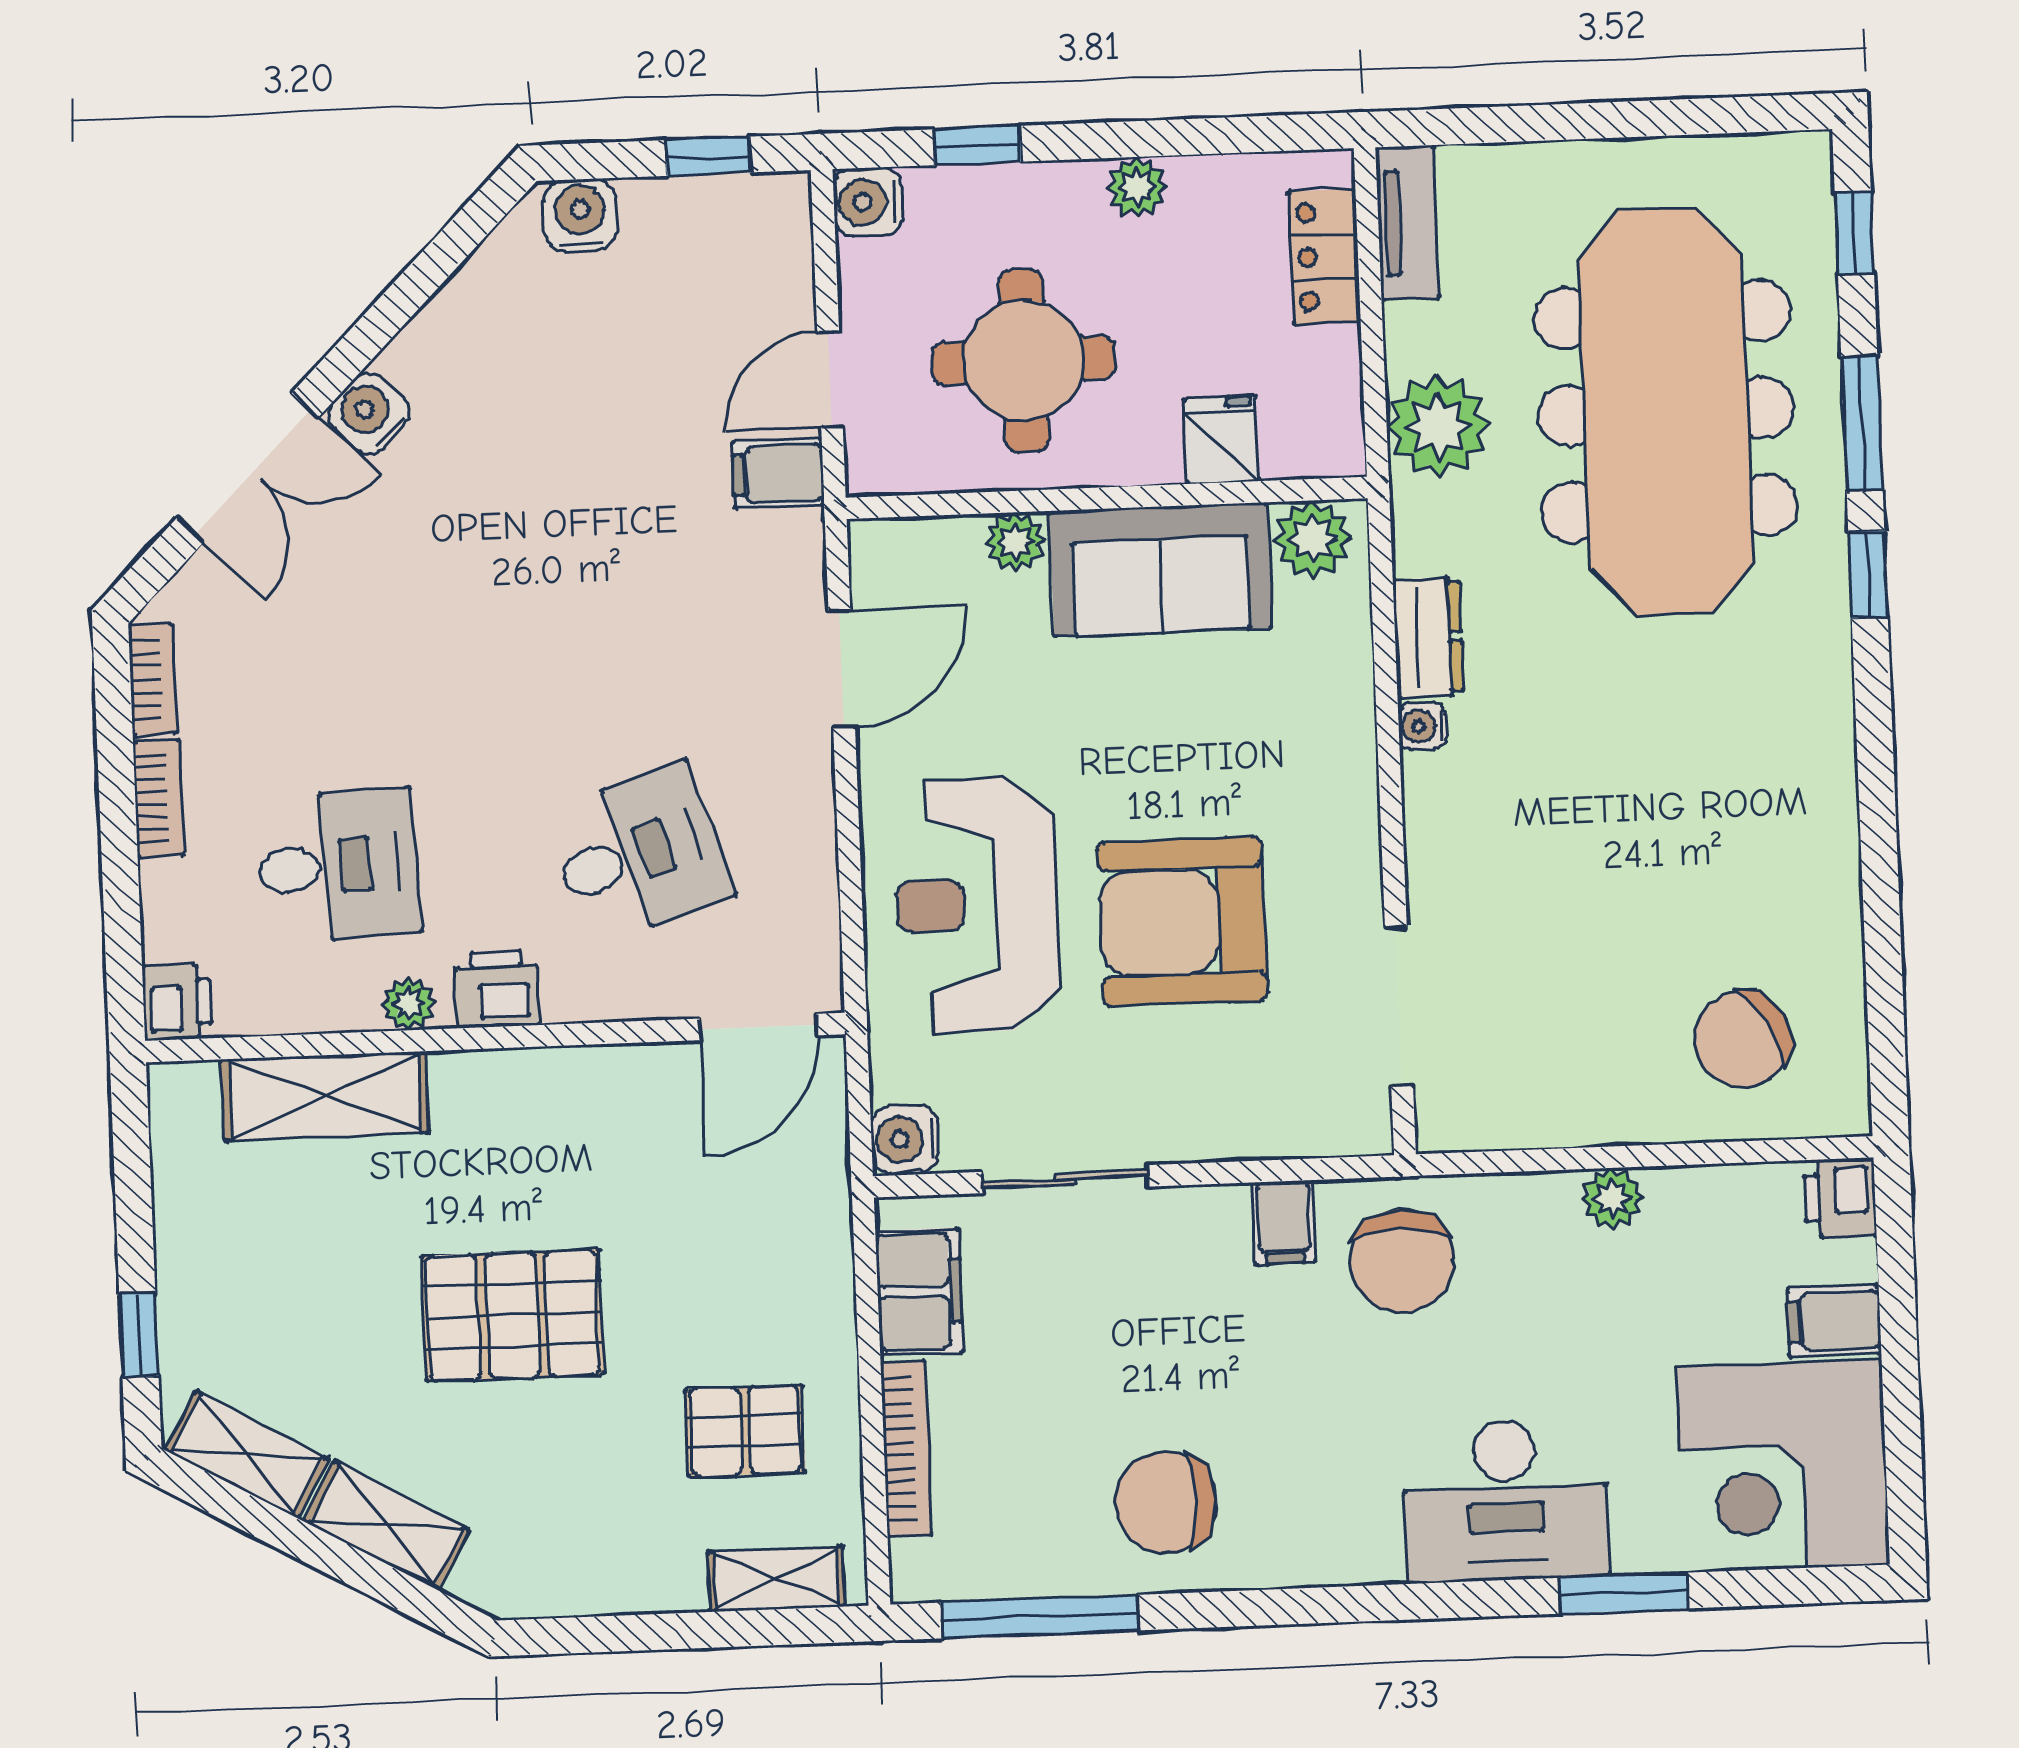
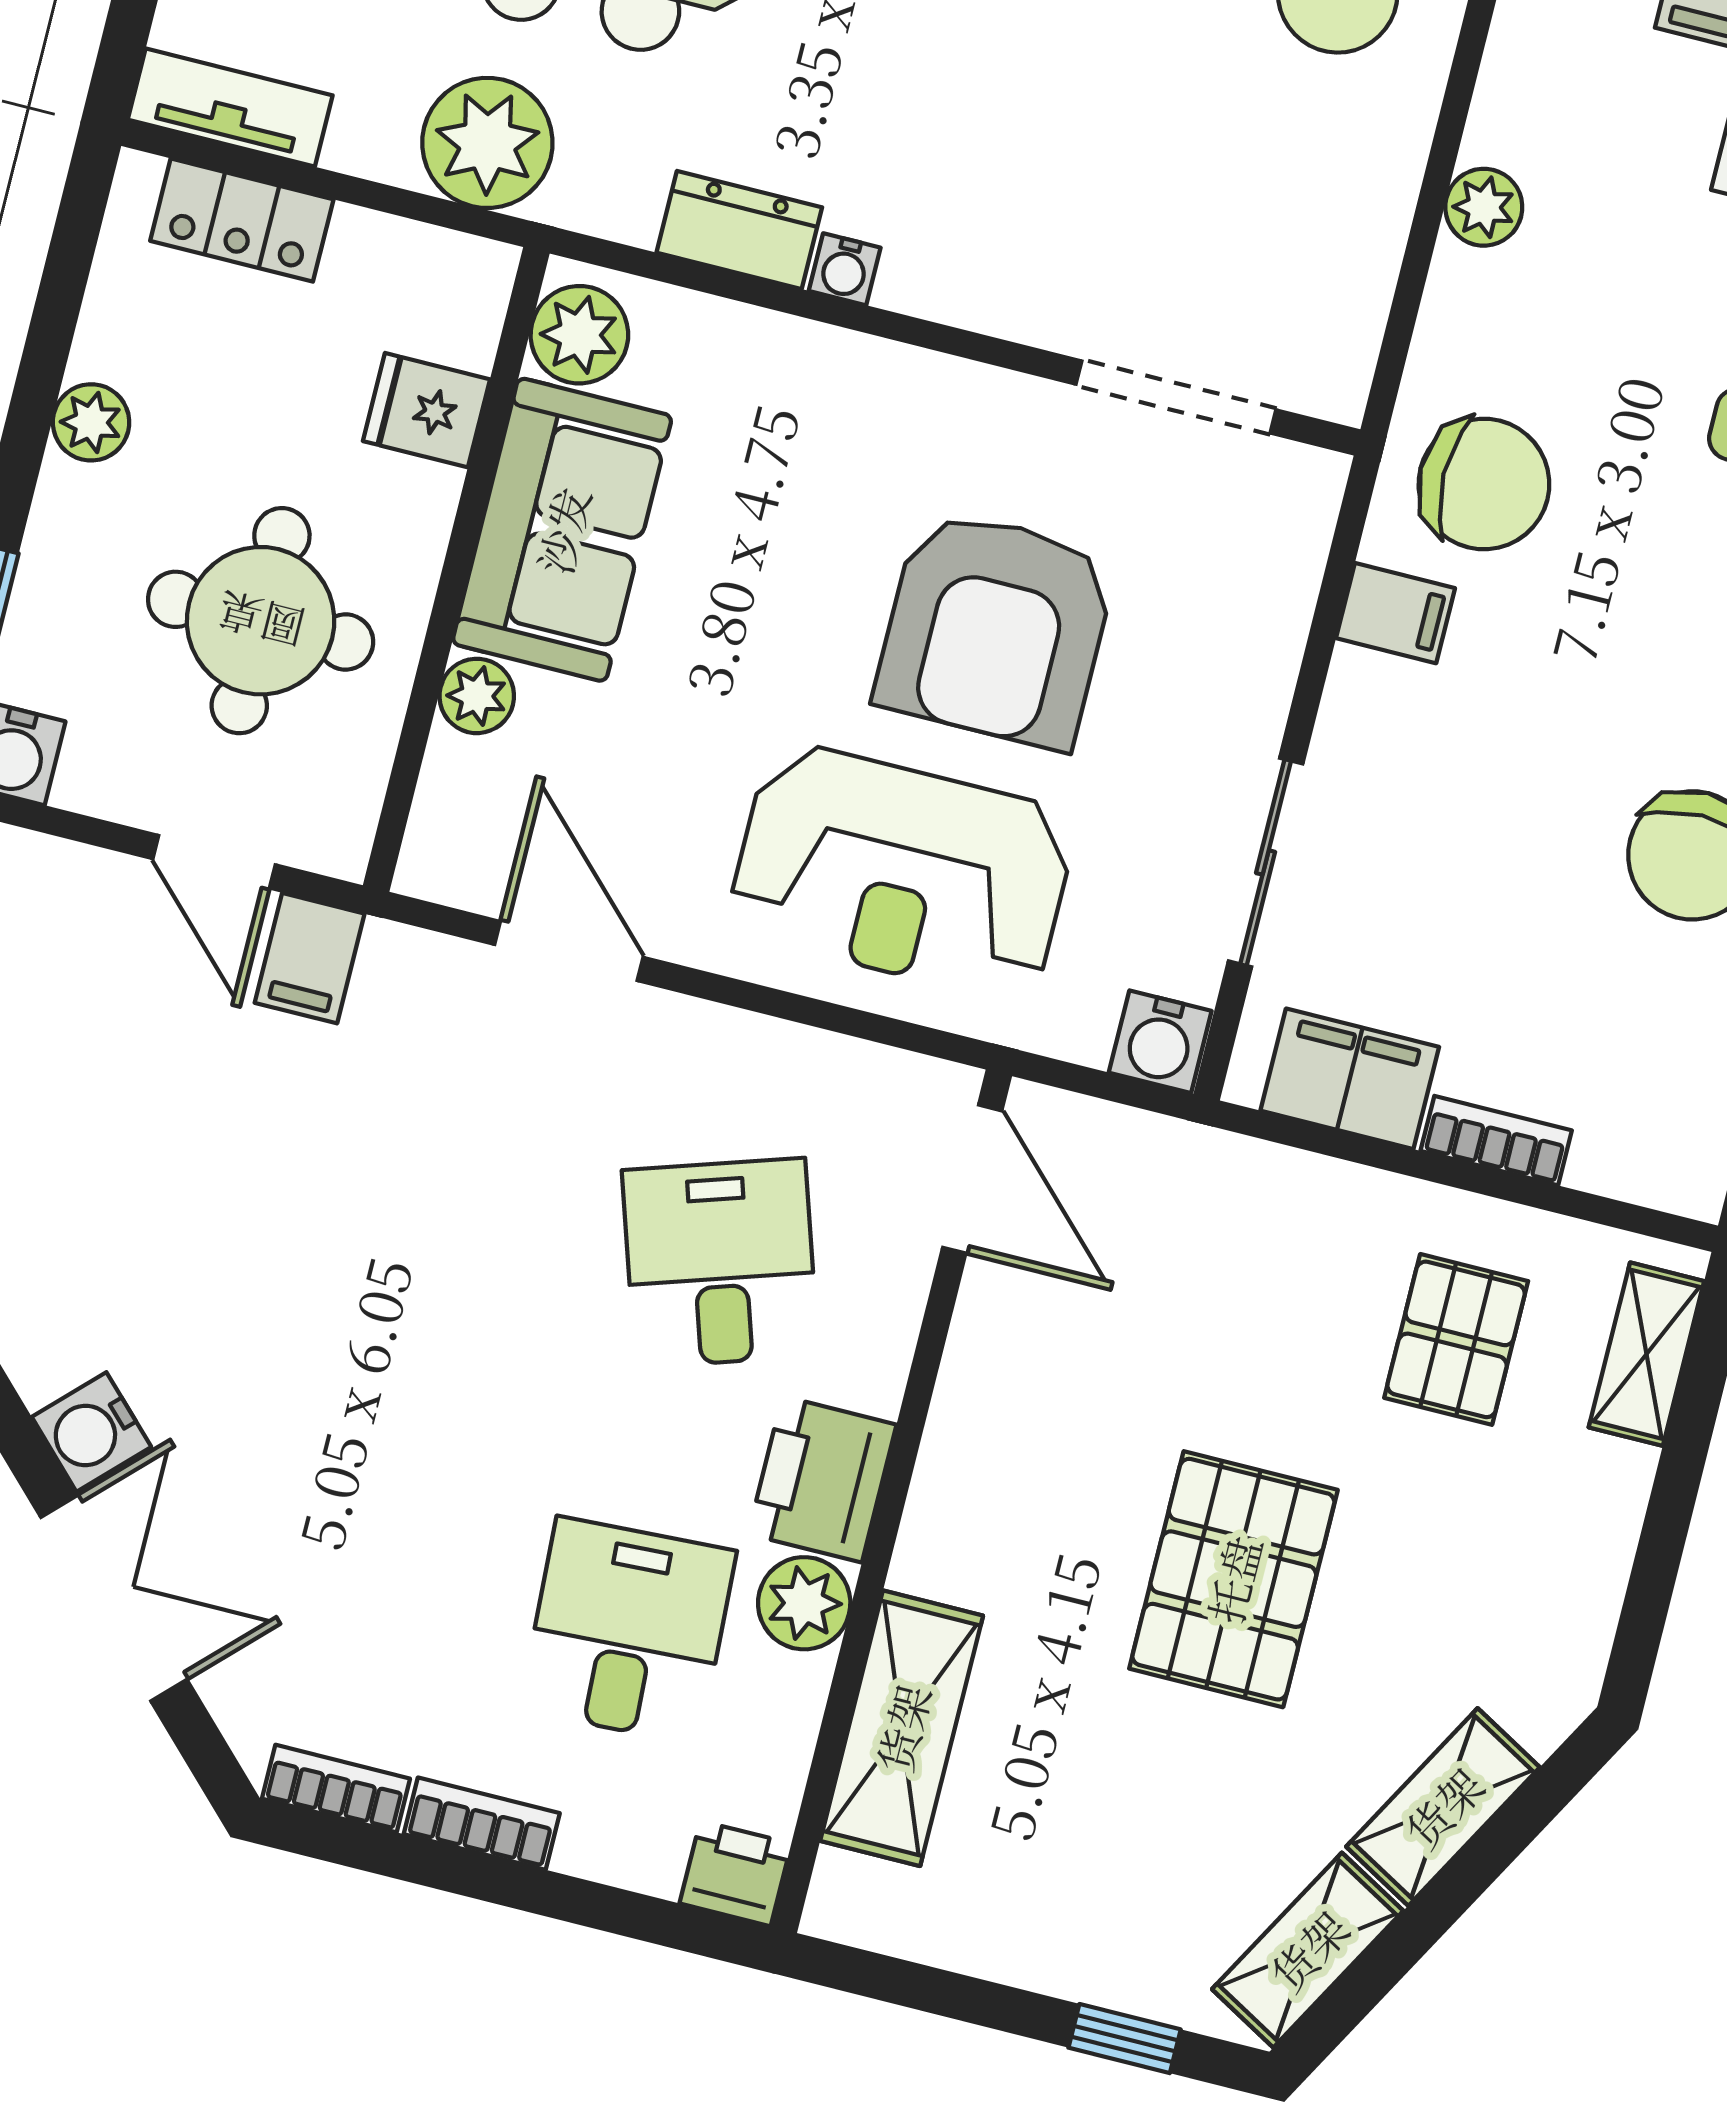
printer: (497, 989) -> (822, 1479), width x1.36, depth x1.24
plant: (409, 1004) -> (804, 1603), width x1.38, depth x1.38
bookcase: (906, 1448) -> (1496, 1141), width x0.64

